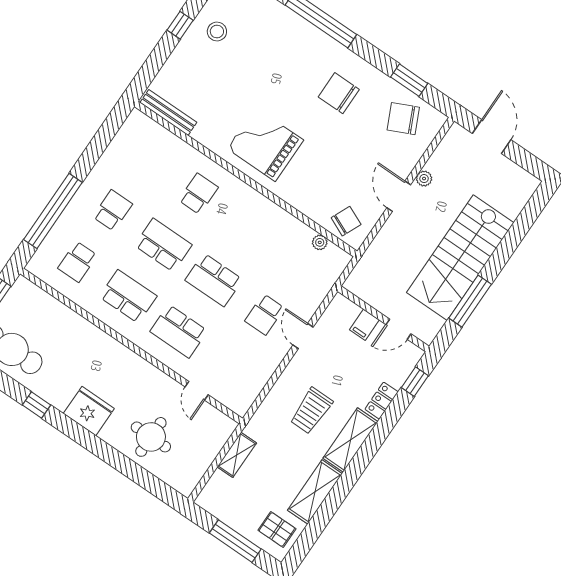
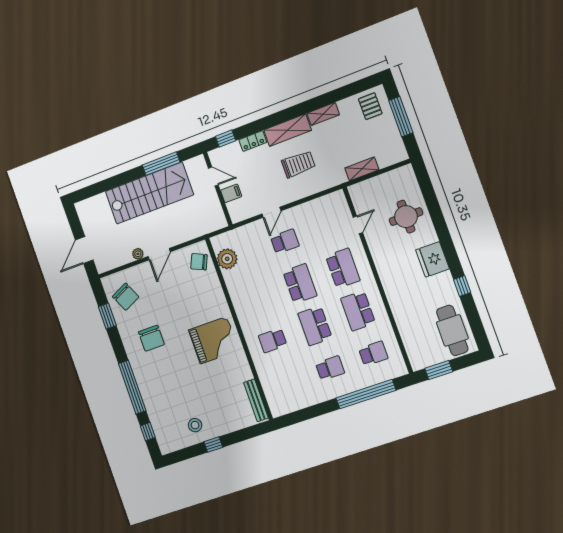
grand piano: (265, 144) -> (214, 340), turned -90
school desk: (113, 210) -> (330, 368), turned 180
plant: (320, 242) -> (227, 259), width x1.87, depth x1.87
shelving: (315, 492) -> (323, 114), width x0.67, depth x0.75

